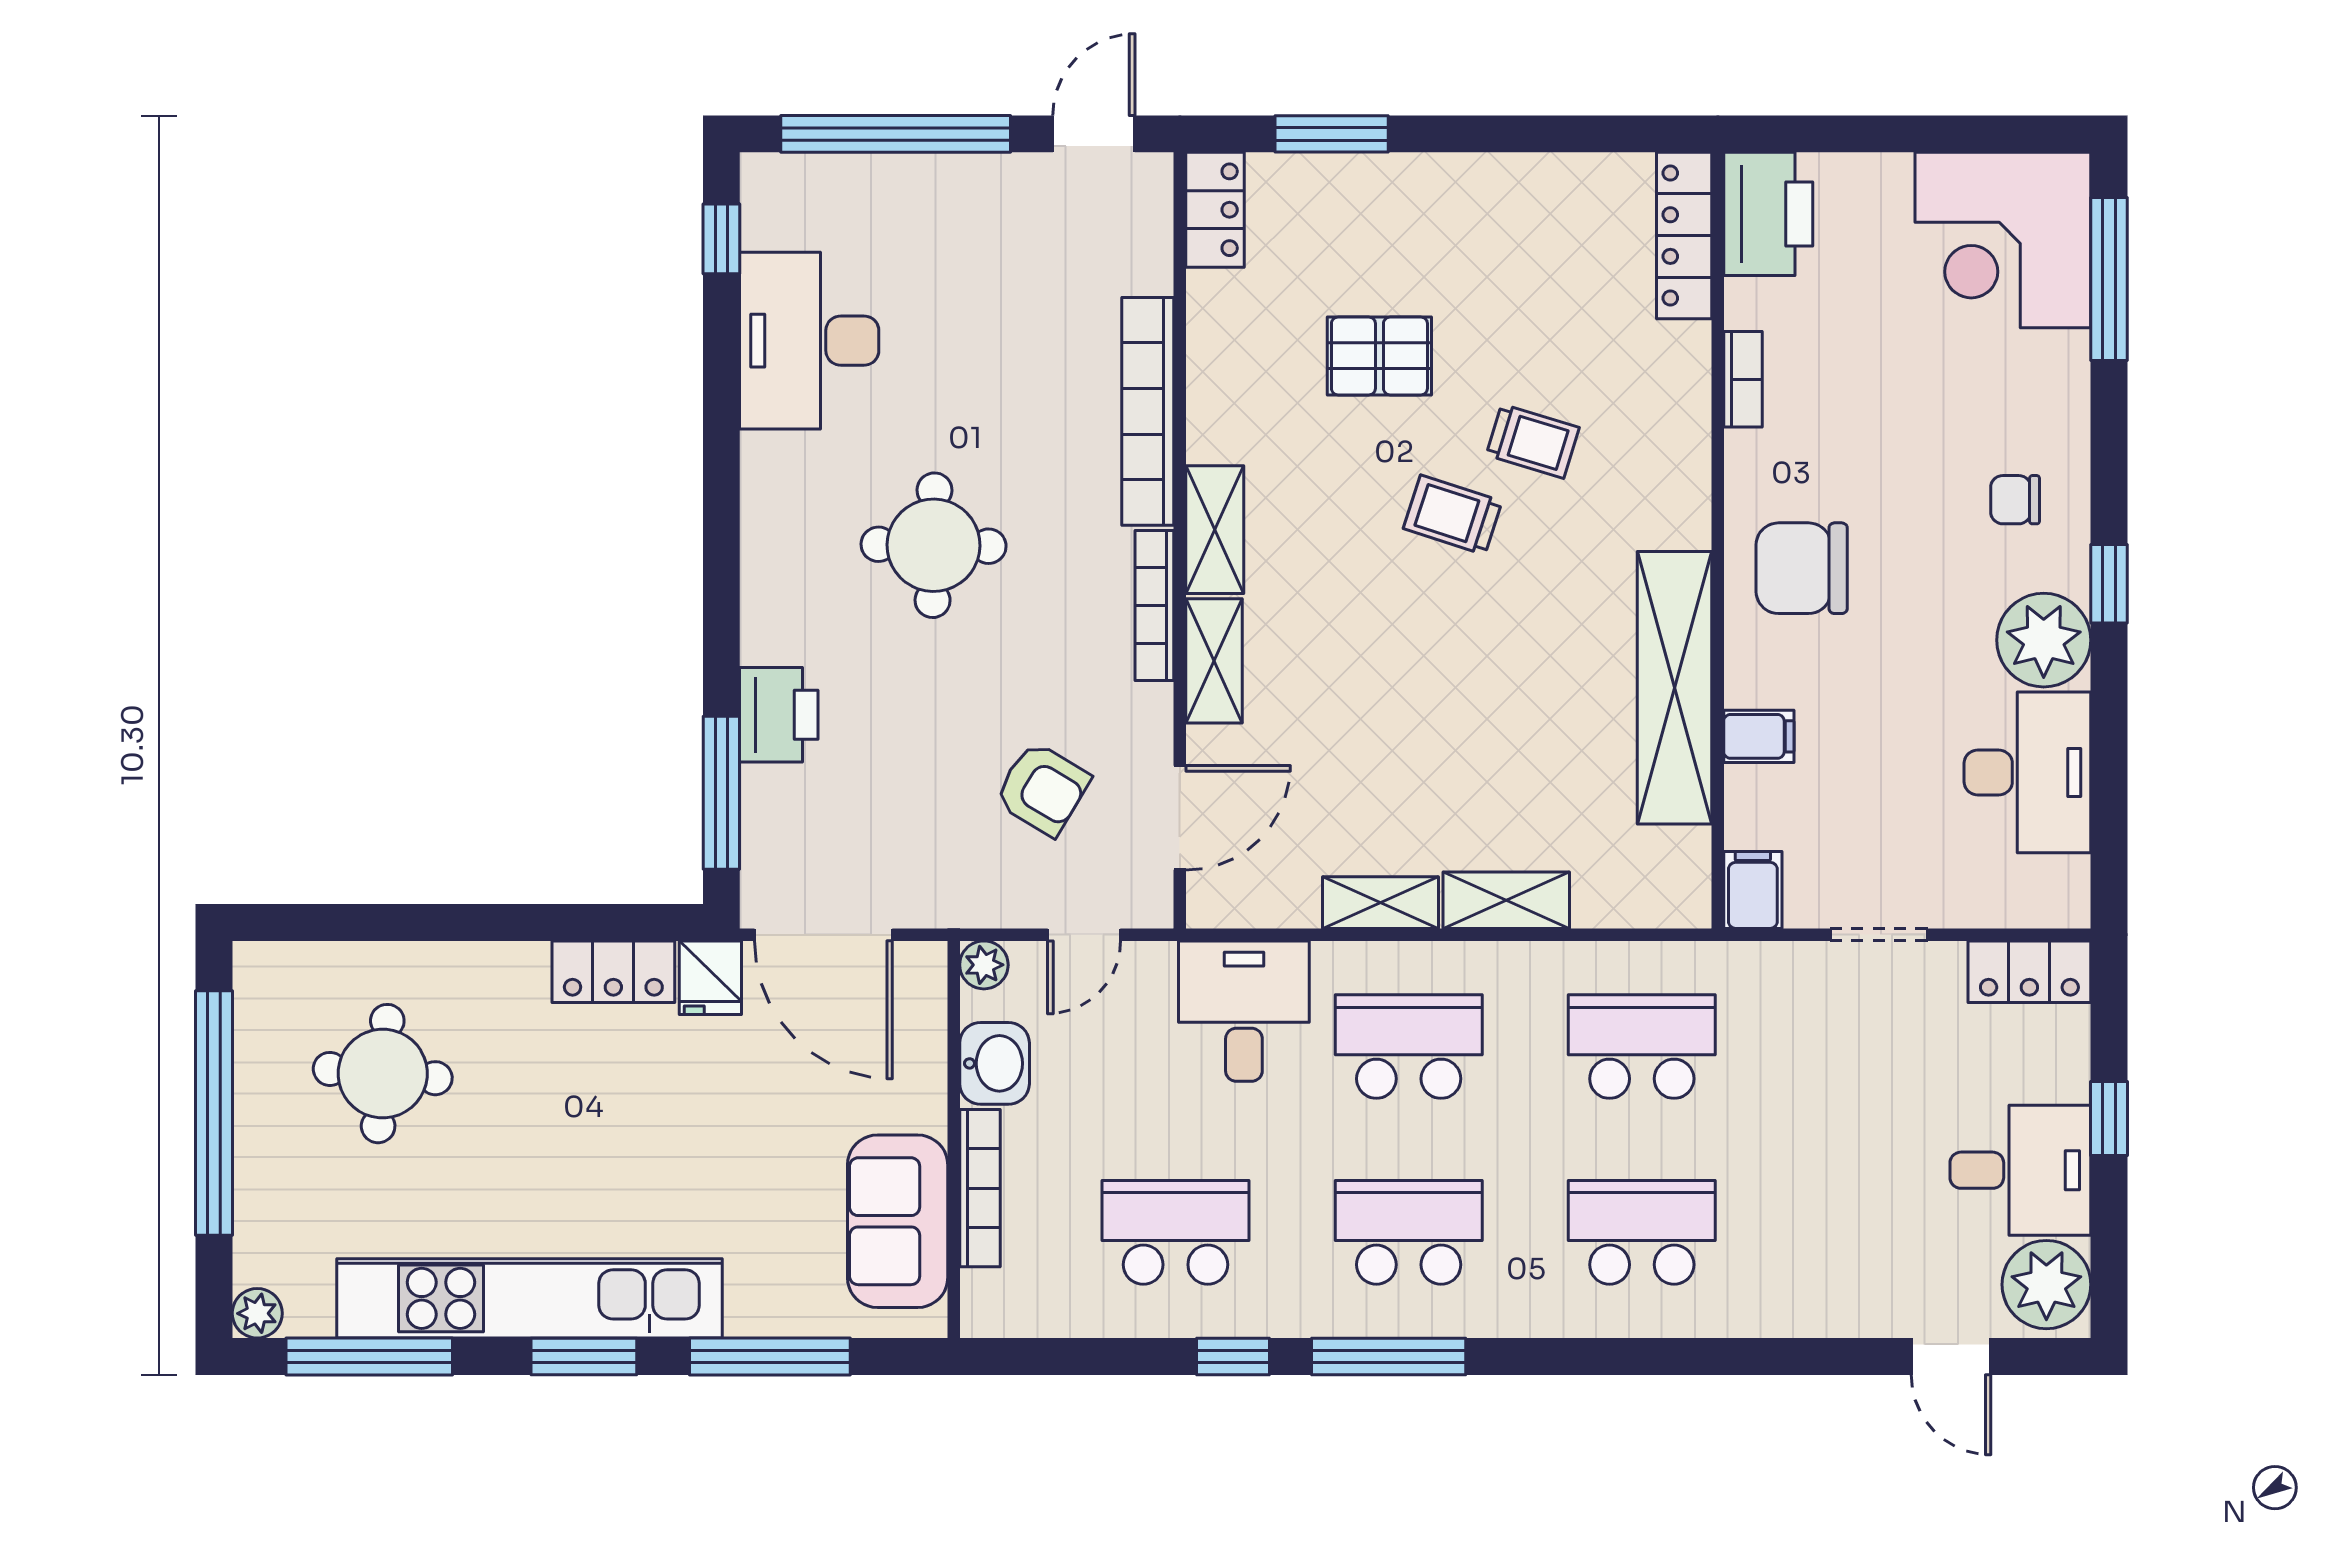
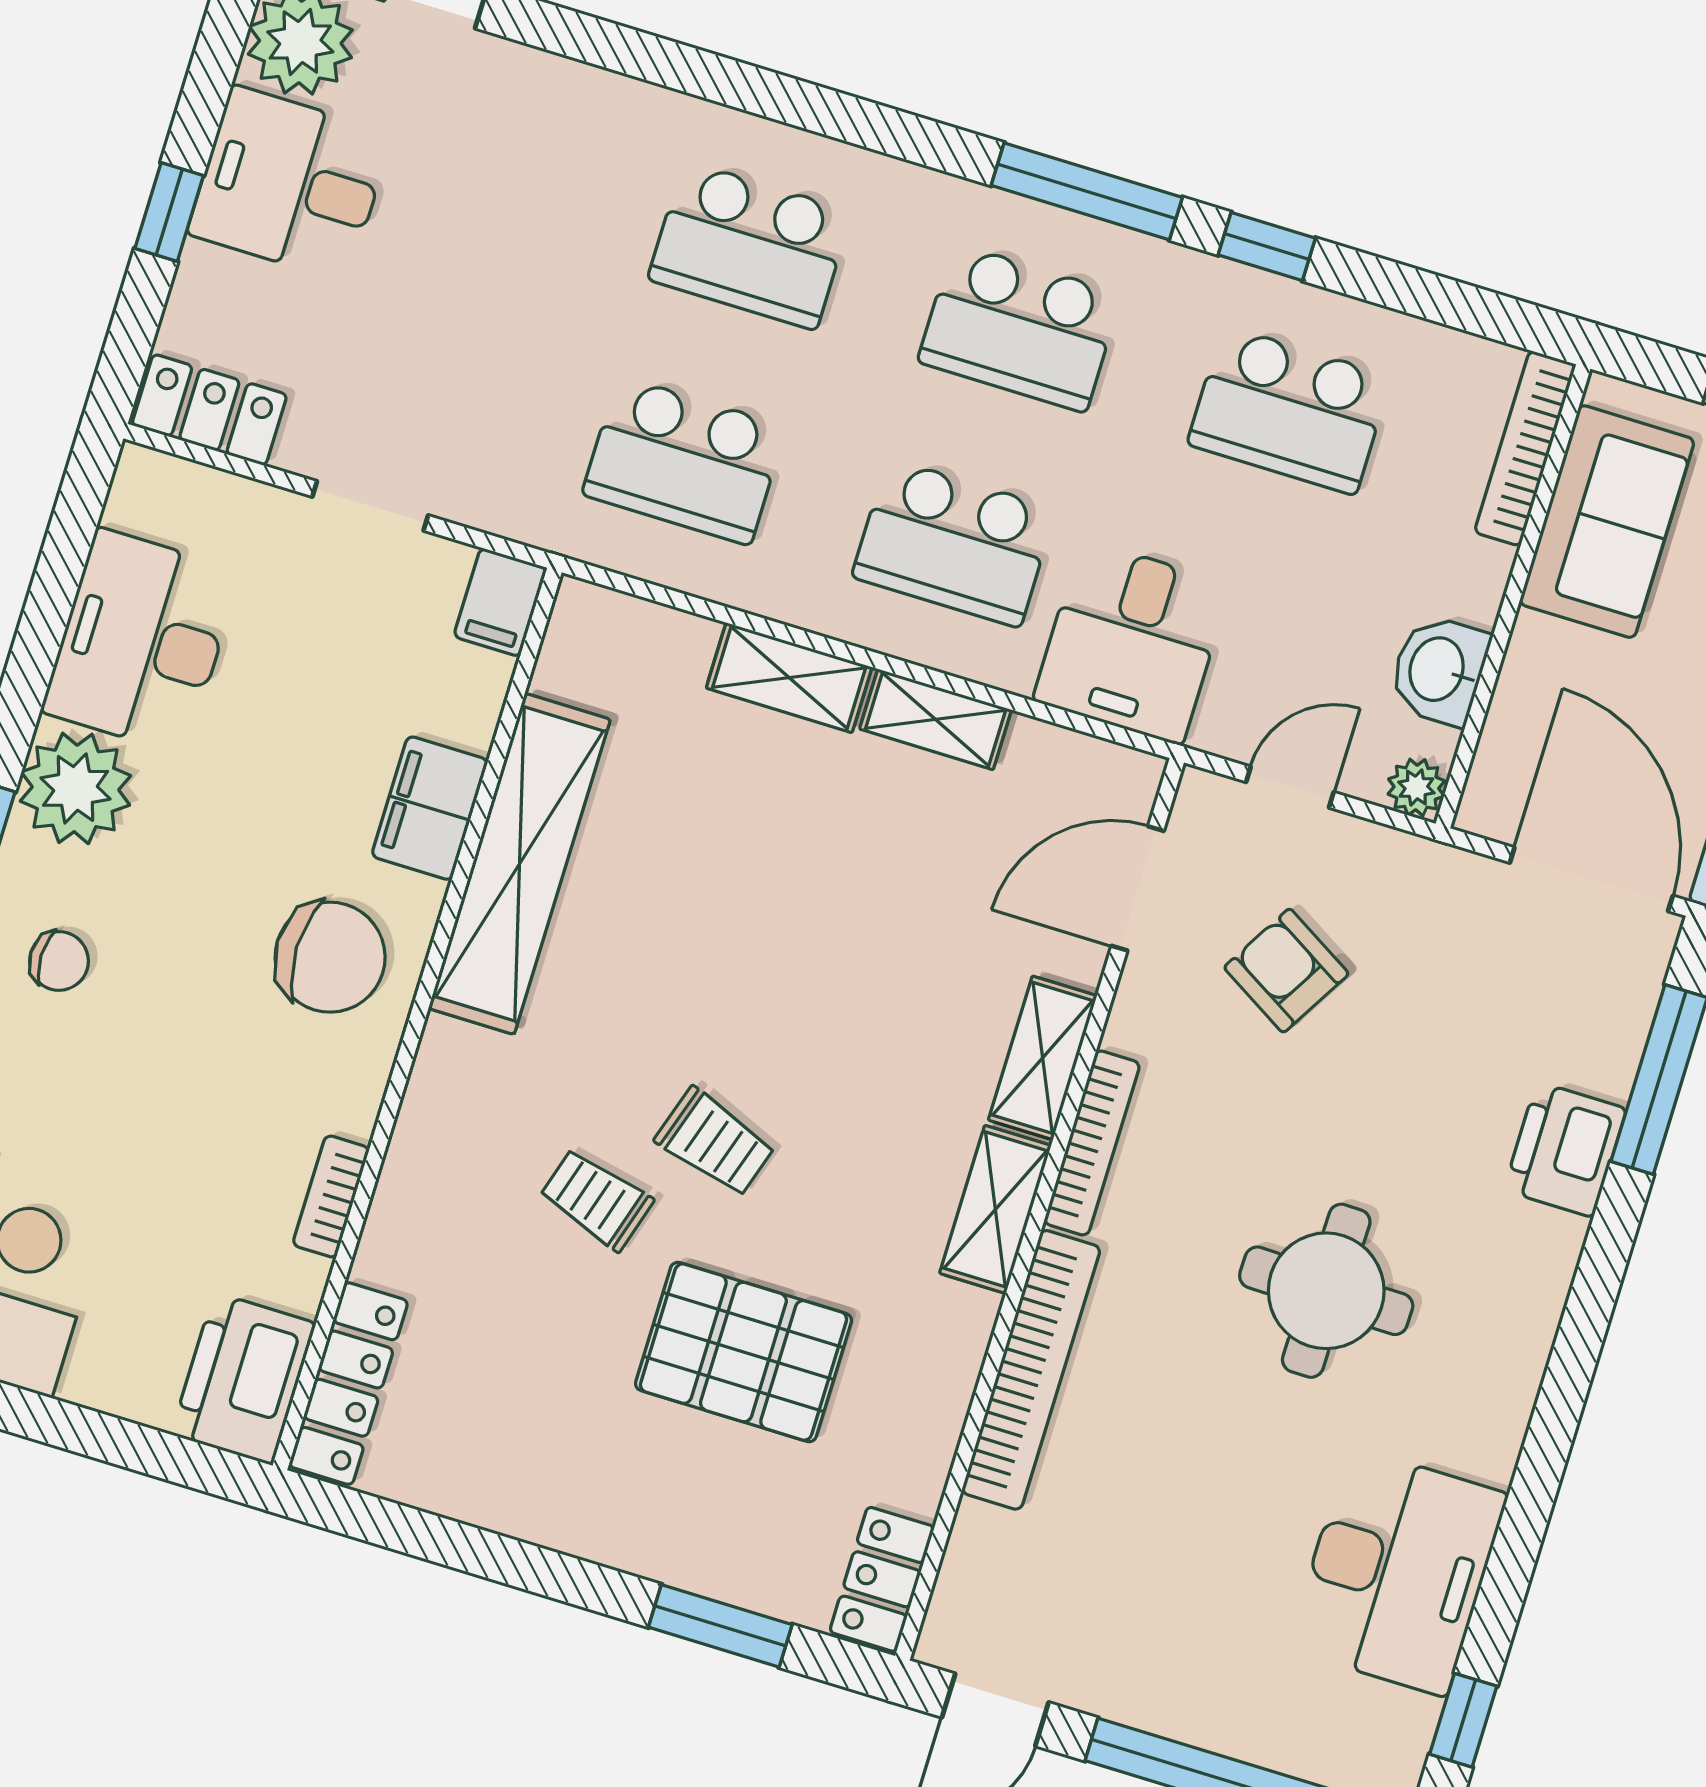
pallet: (1379, 356) -> (743, 1352), width x1.50, depth x1.42
filing cabinet: (1759, 736) -> (430, 808), width x2.00
bookcase: (980, 1188) -> (1525, 448), moved

